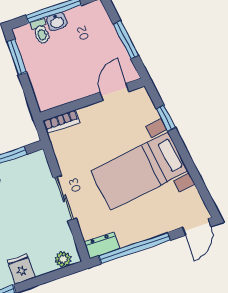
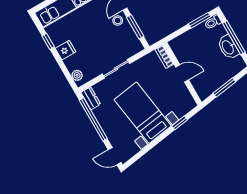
washbasin: (57, 22) -> (228, 47), width x1.91, depth x1.45
toilet: (41, 32) -> (213, 22), moved
door: (114, 92) -> (182, 73), moved

